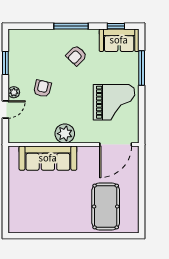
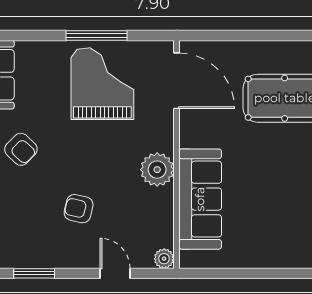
window: (142, 68) -> (97, 36), moved
plant: (14, 92) -> (164, 259), moved

